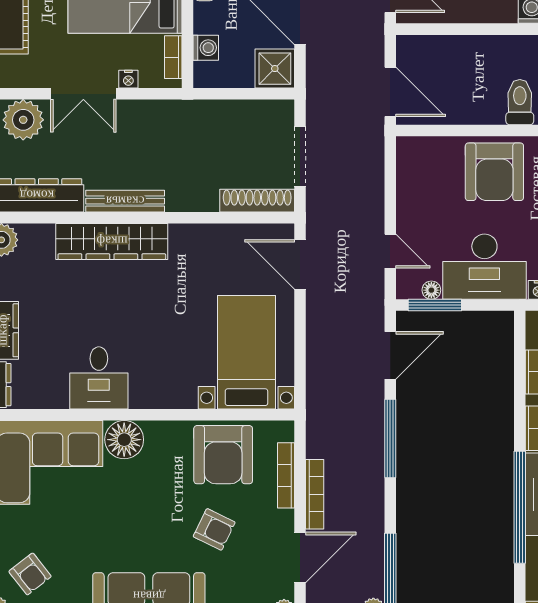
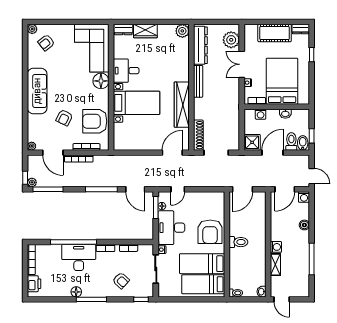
armchair: (494, 172) -> (210, 232), turned -90
wardrobe: (112, 241) -> (182, 105), moved
bed with nightstands: (246, 352) -> (137, 103), moved

